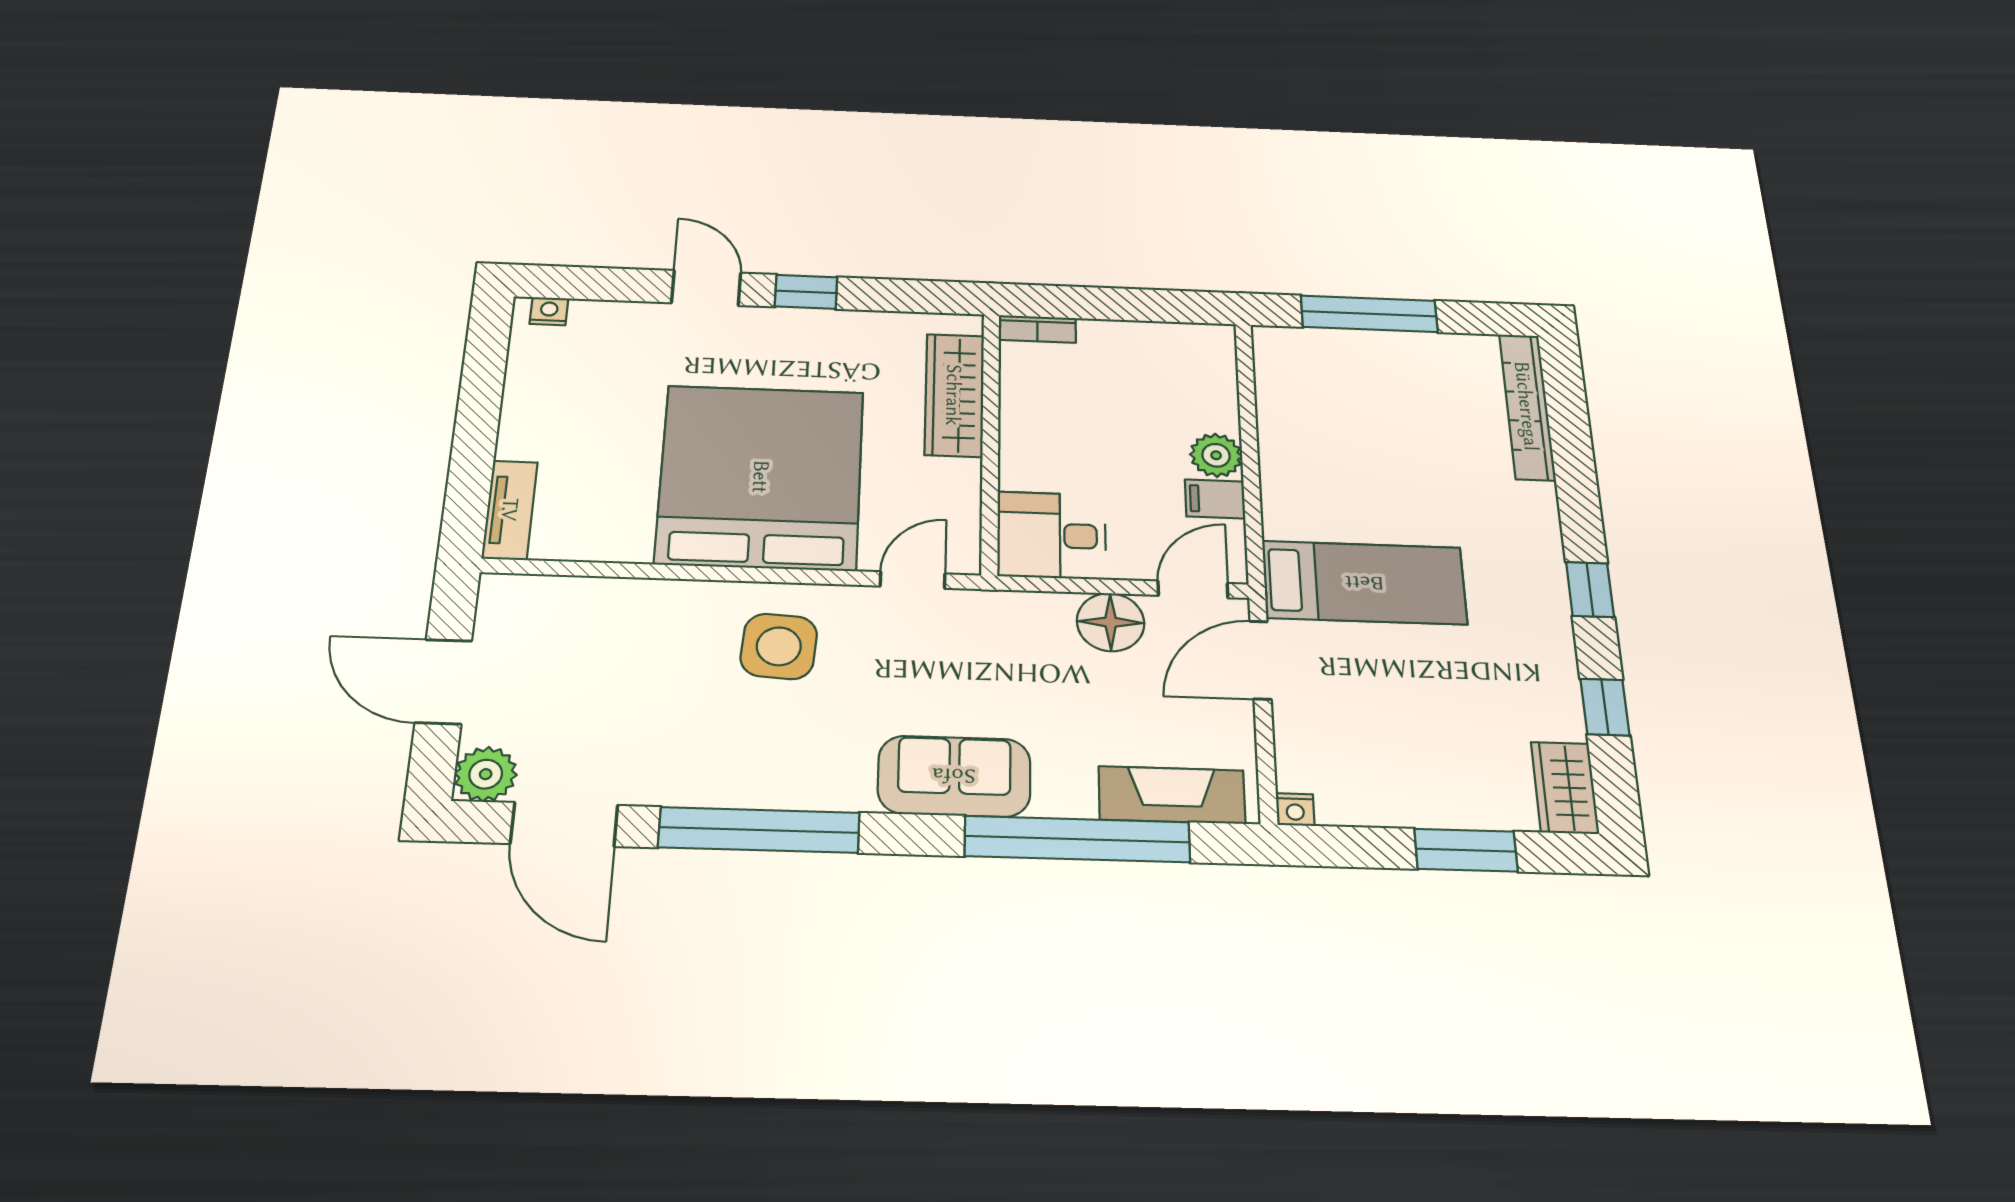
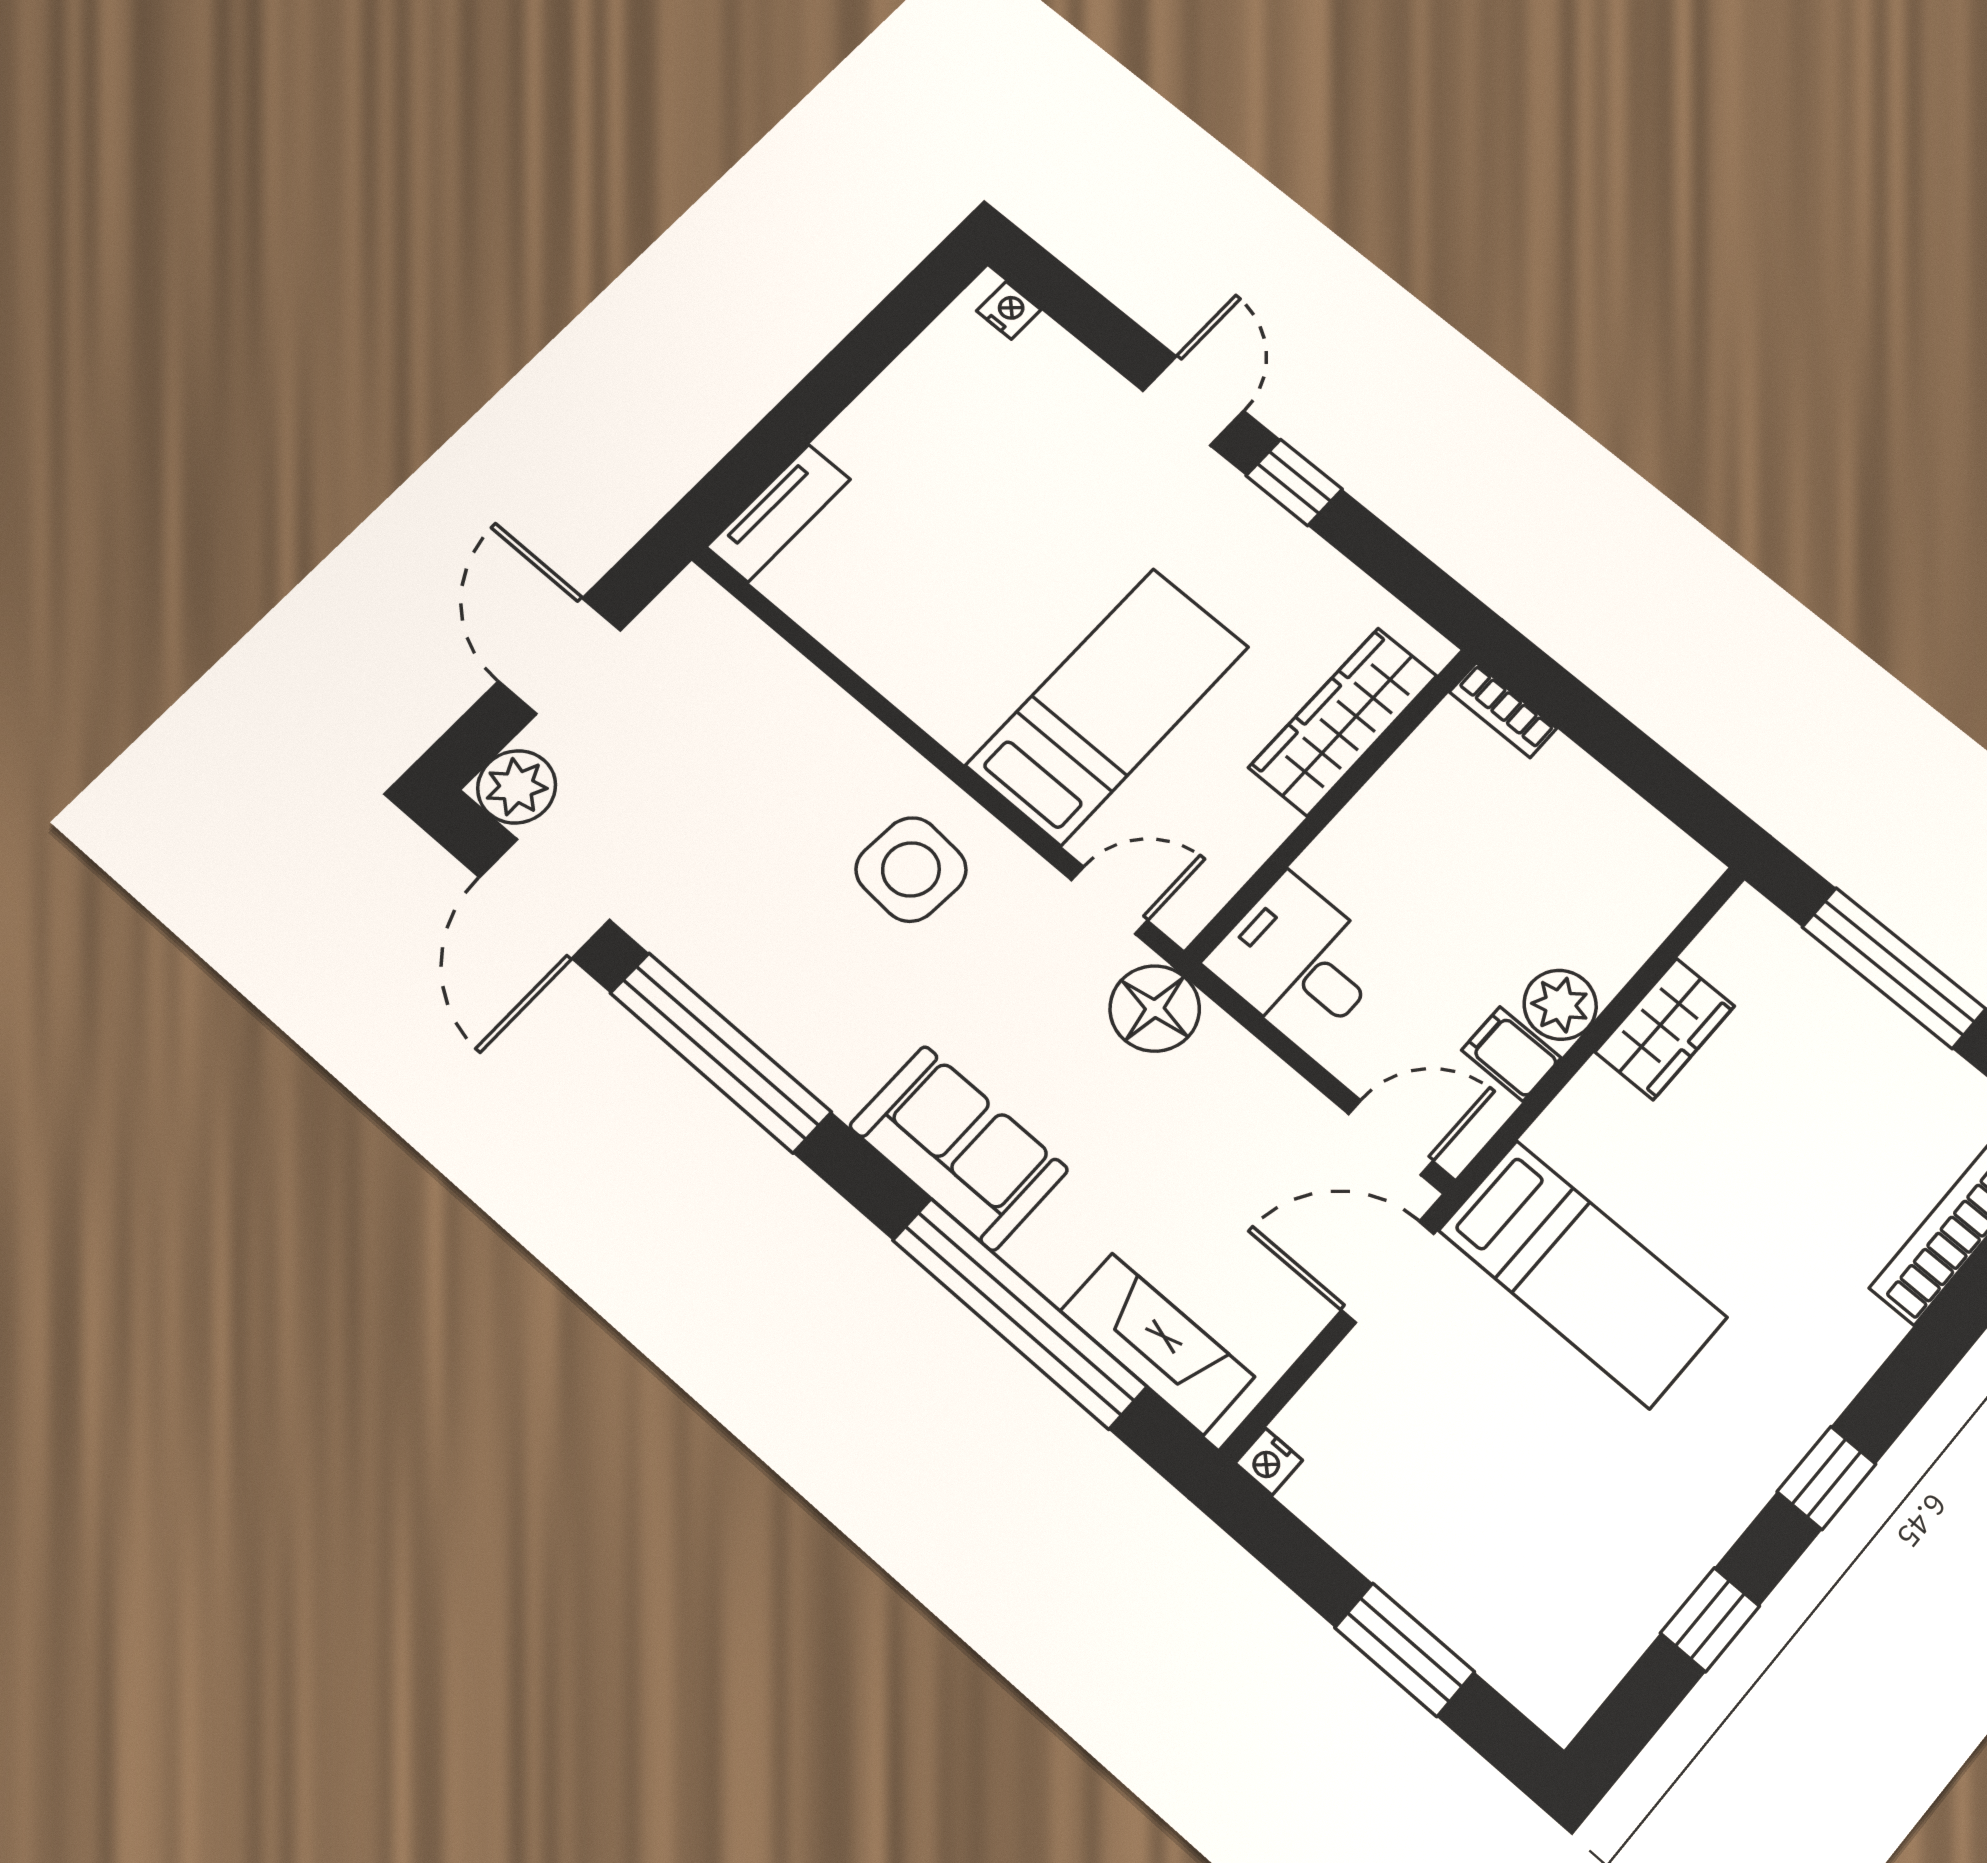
bed: (761, 477) -> (1108, 706), width x0.49
floor lamp: (1111, 622) -> (1155, 1009), moved
wardrobe: (1565, 788) -> (1665, 1029), moved, turned 180

